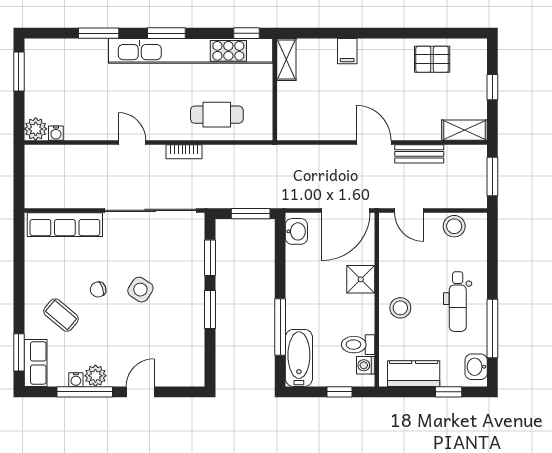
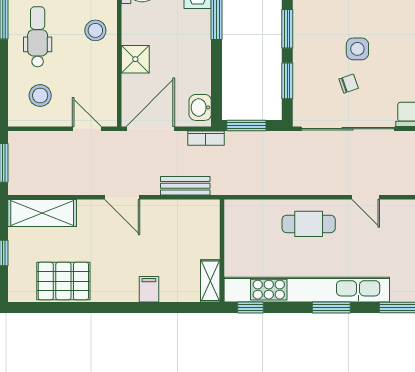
pallet: (432, 59) -> (63, 281), width x1.50, depth x1.42
cafe table: (217, 115) -> (309, 224), moved
shelving: (464, 130) -> (42, 213), width x1.50, depth x1.33
bookcase: (184, 152) -> (206, 138), moved, turned 180
bench: (419, 154) -> (185, 186), moved
stool: (454, 226) -> (40, 95), moved
chair: (98, 289) -> (349, 84), moved
side table: (140, 290) -> (357, 49), turned -33

